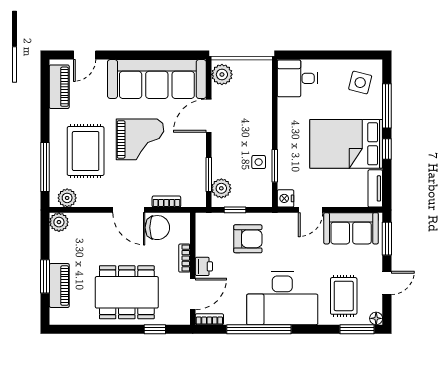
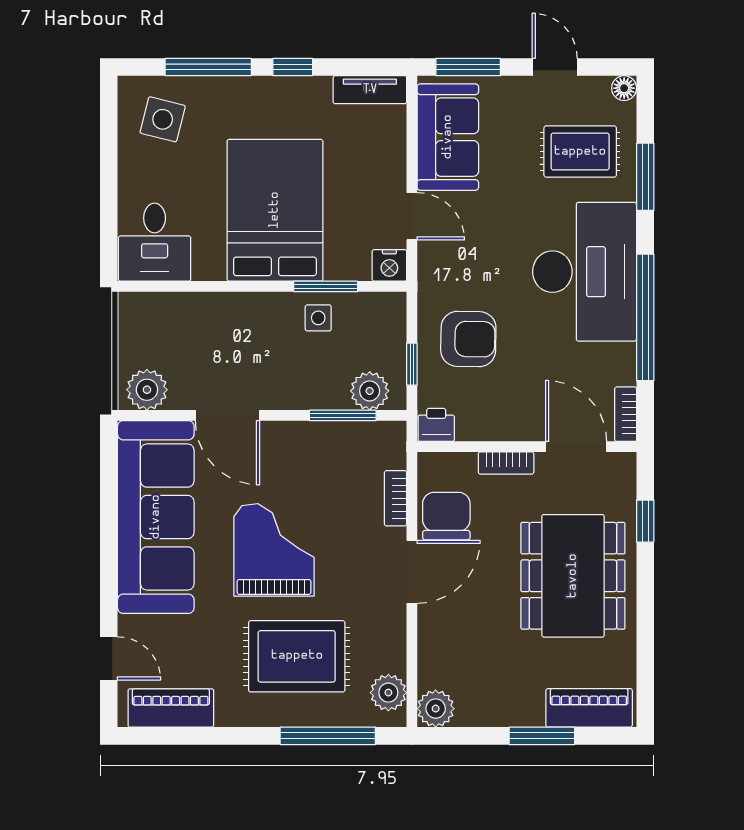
bed: (346, 144) -> (275, 210), moved, turned 180
armchair: (248, 239) -> (468, 339), turned 91
printer: (204, 266) -> (436, 425), moved
piano: (59, 285) -> (589, 708), moved
window: (357, 329) -> (645, 177), moved

